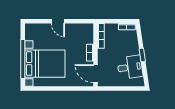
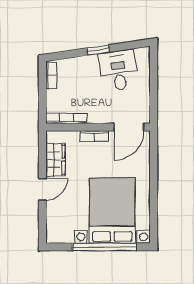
wardrobe: (76, 29) -> (55, 160), added

